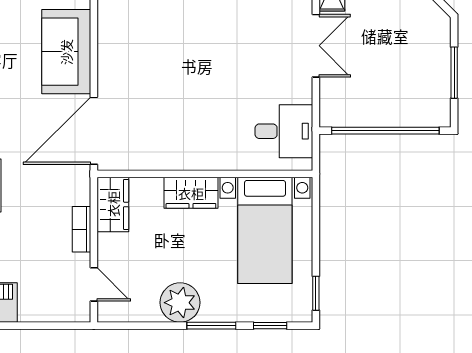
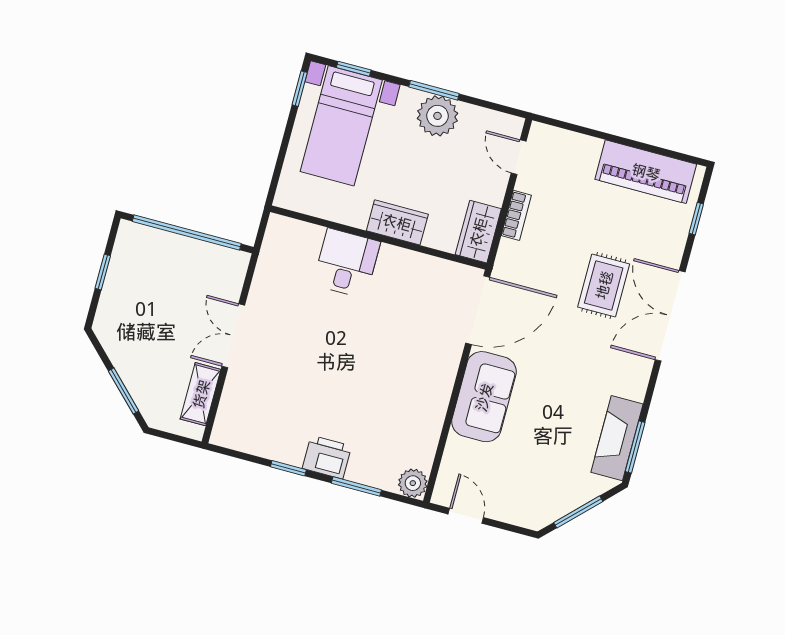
window: (454, 73) -> (103, 272), width x0.67
desk: (284, 131) -> (347, 263), moved, turned 90
bed with nightstands: (265, 230) -> (341, 126), moved, turned 180
window: (211, 326) -> (434, 90), moved

